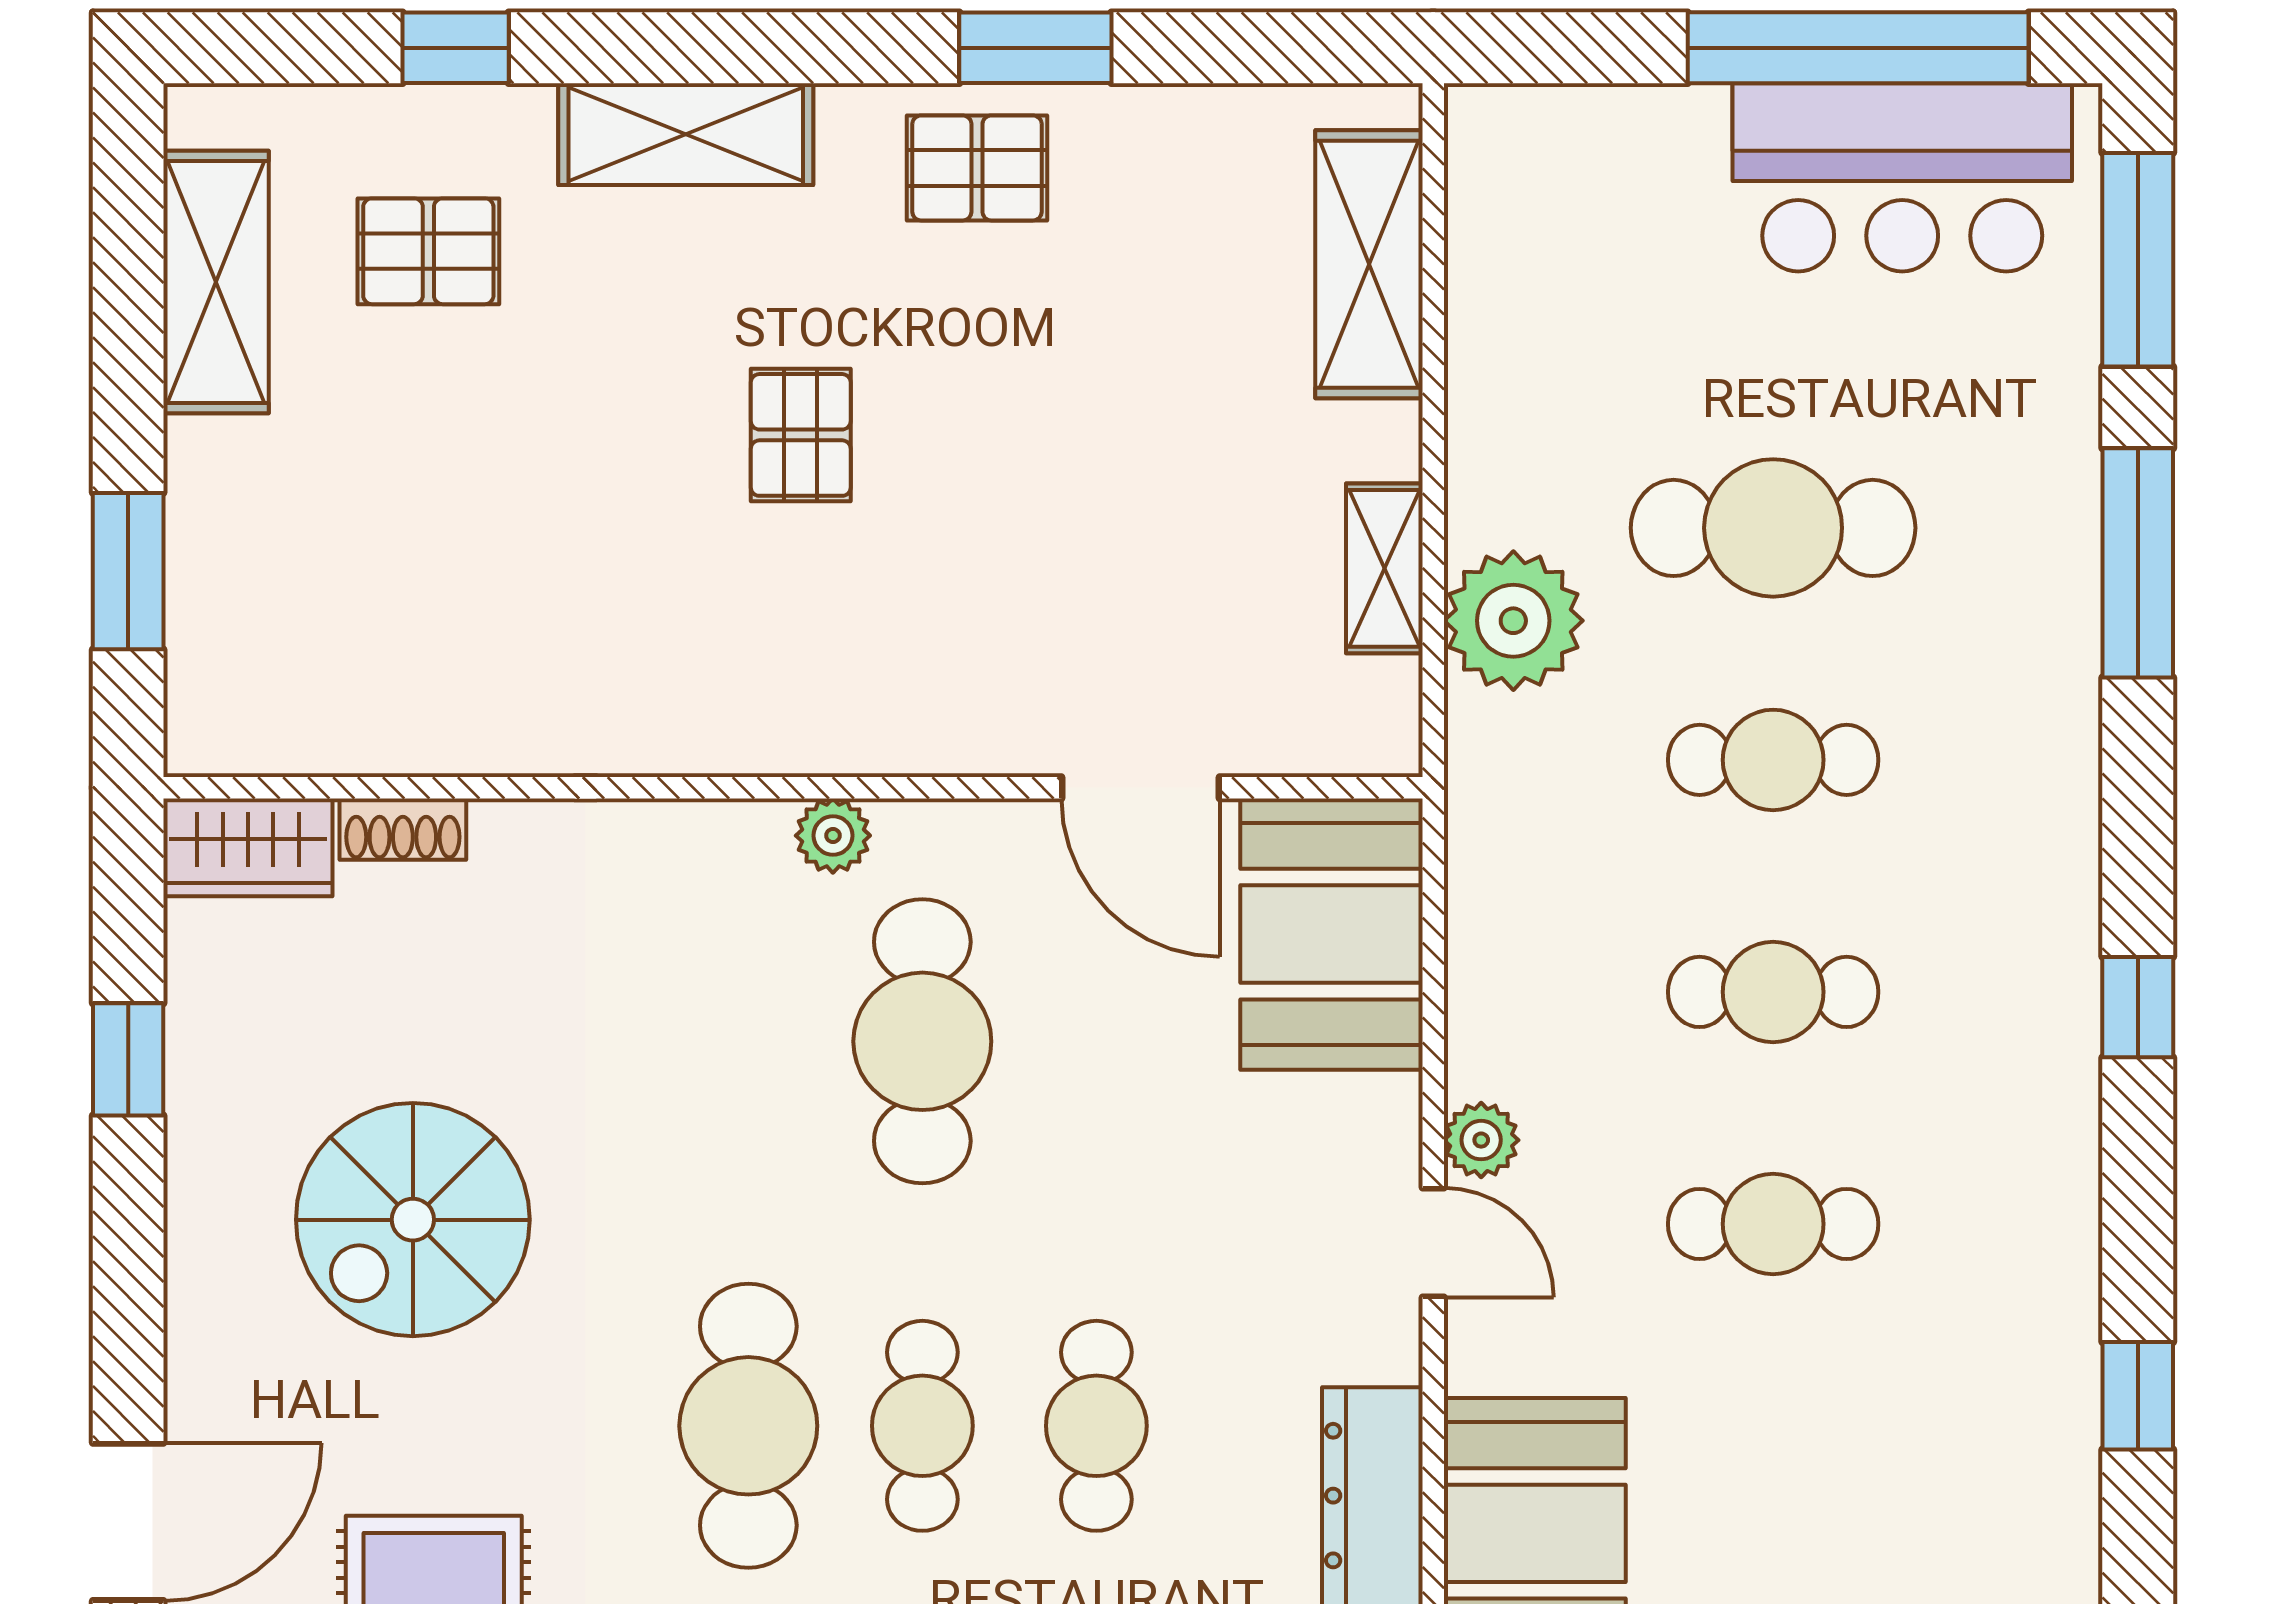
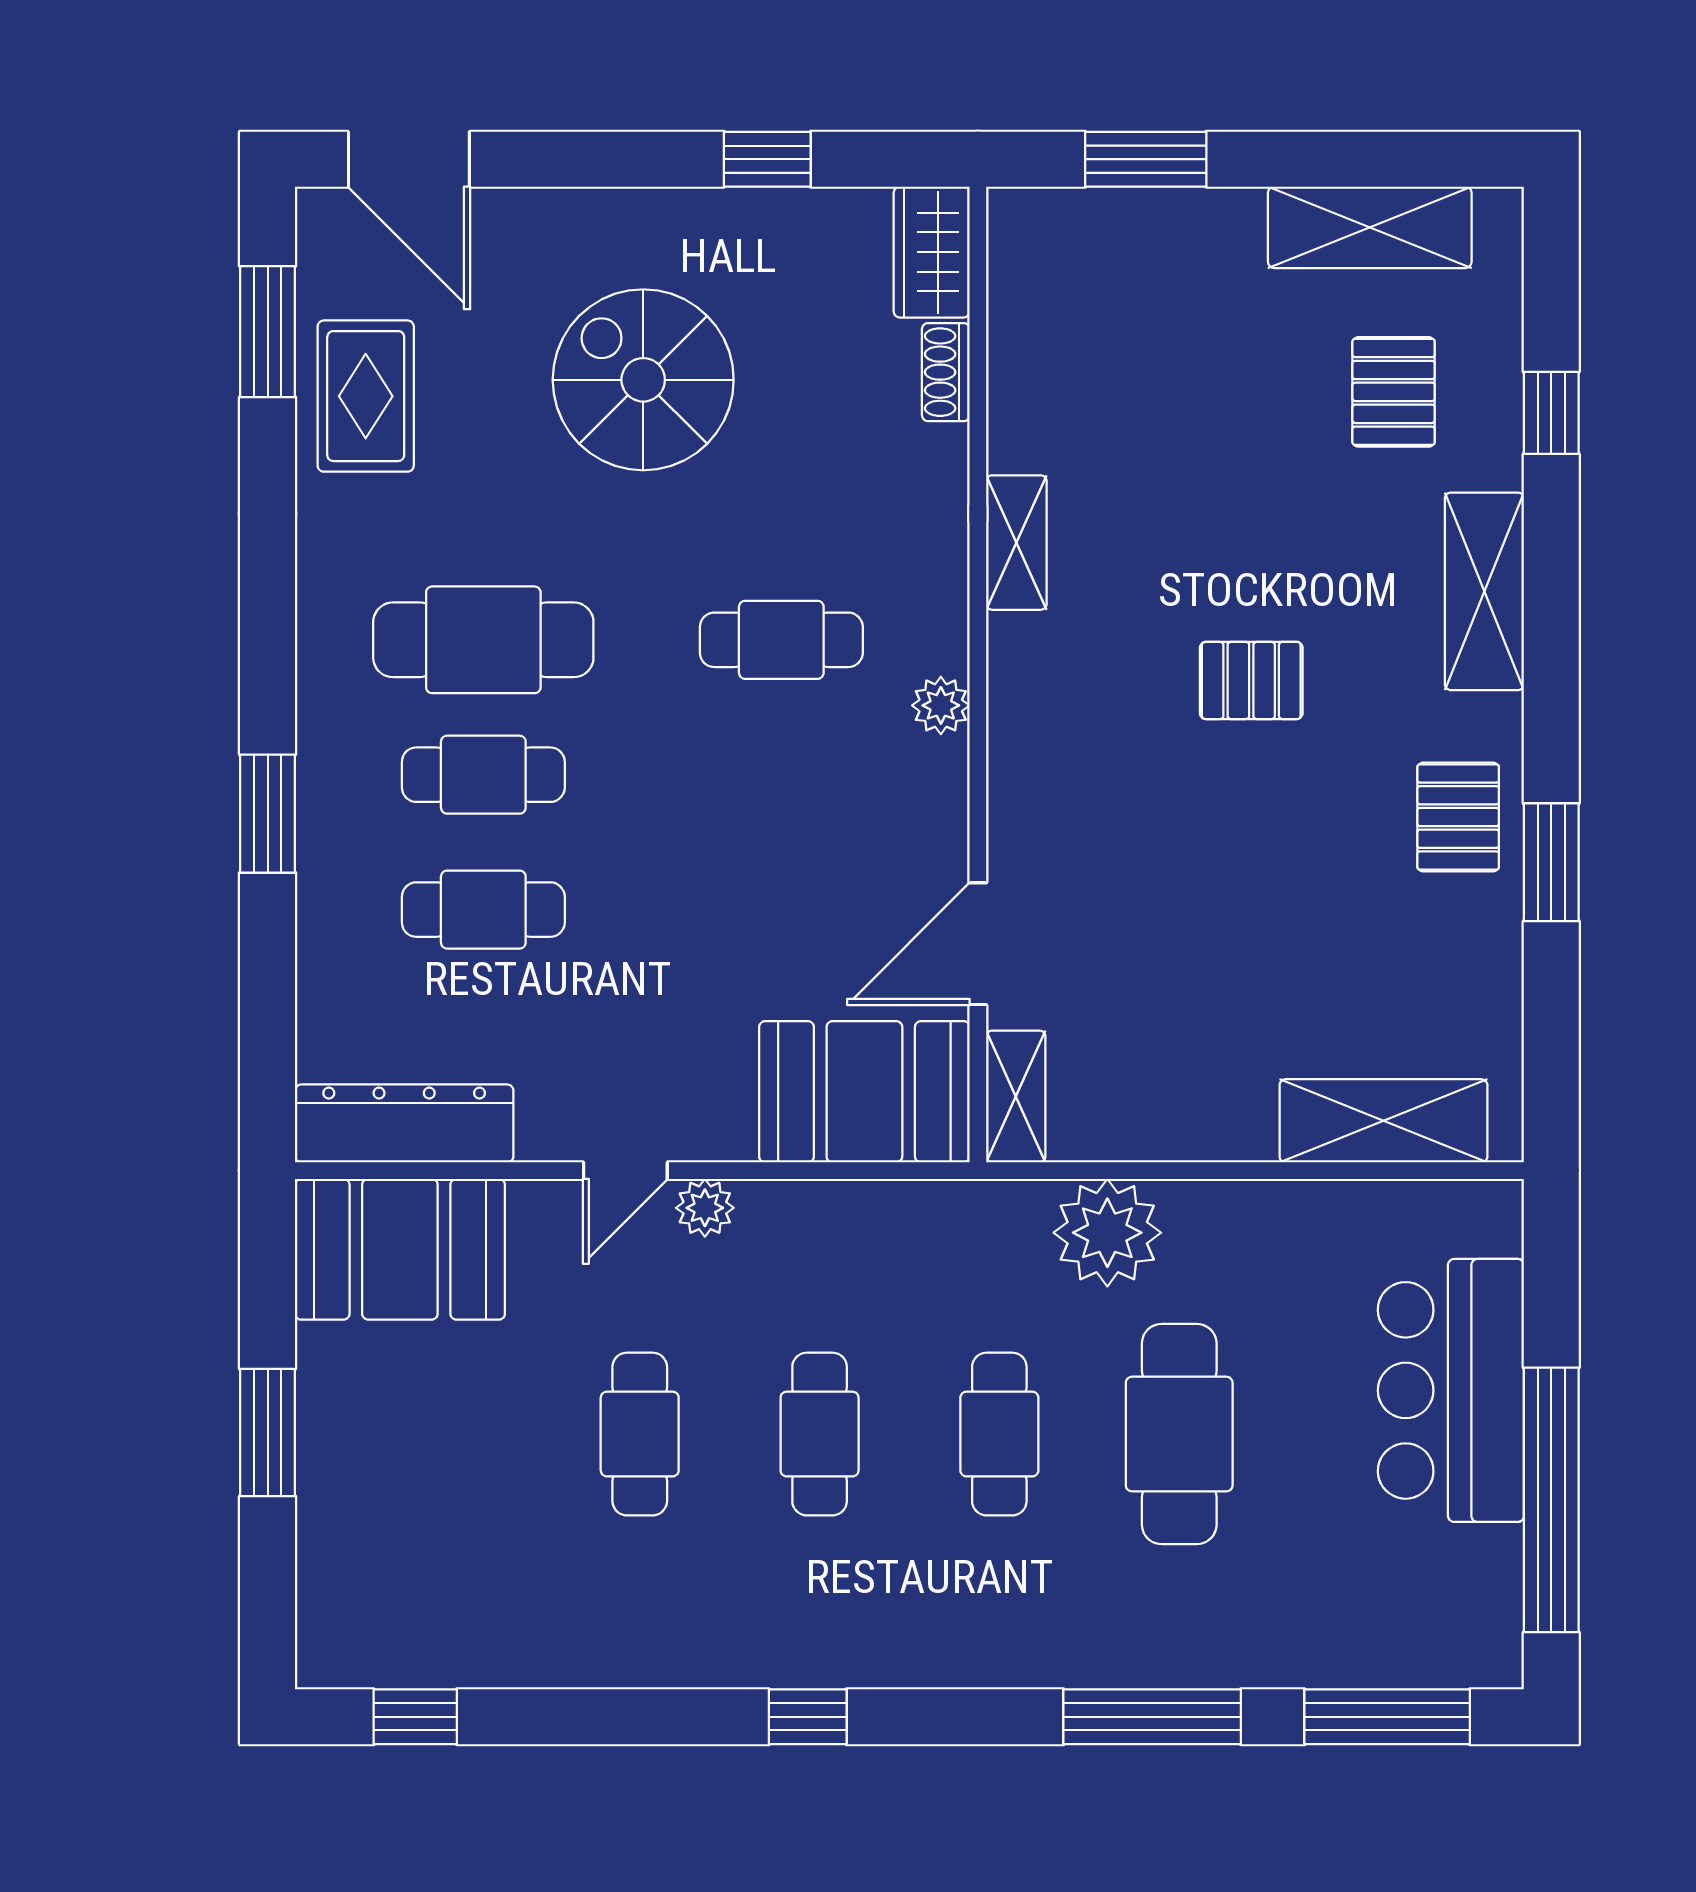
bar counter: (1902, 177) -> (1451, 1390), moved
shelving: (1384, 568) -> (1016, 1096), moved, turned 90
shelving: (623, 738) -> (1016, 543), added
cafe table: (922, 1041) -> (781, 640), moved, width x0.73, depth x0.74
window: (2138, 1396) -> (415, 1717), moved

